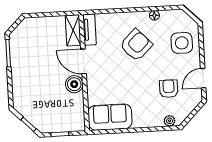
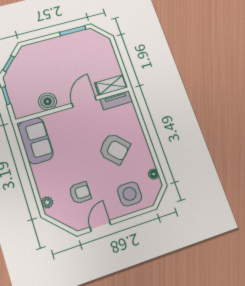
floor lamp: (154, 15) -> (154, 174), moved
door: (203, 78) -> (100, 226), hinge flipped
boiler: (74, 84) -> (48, 101), moved

